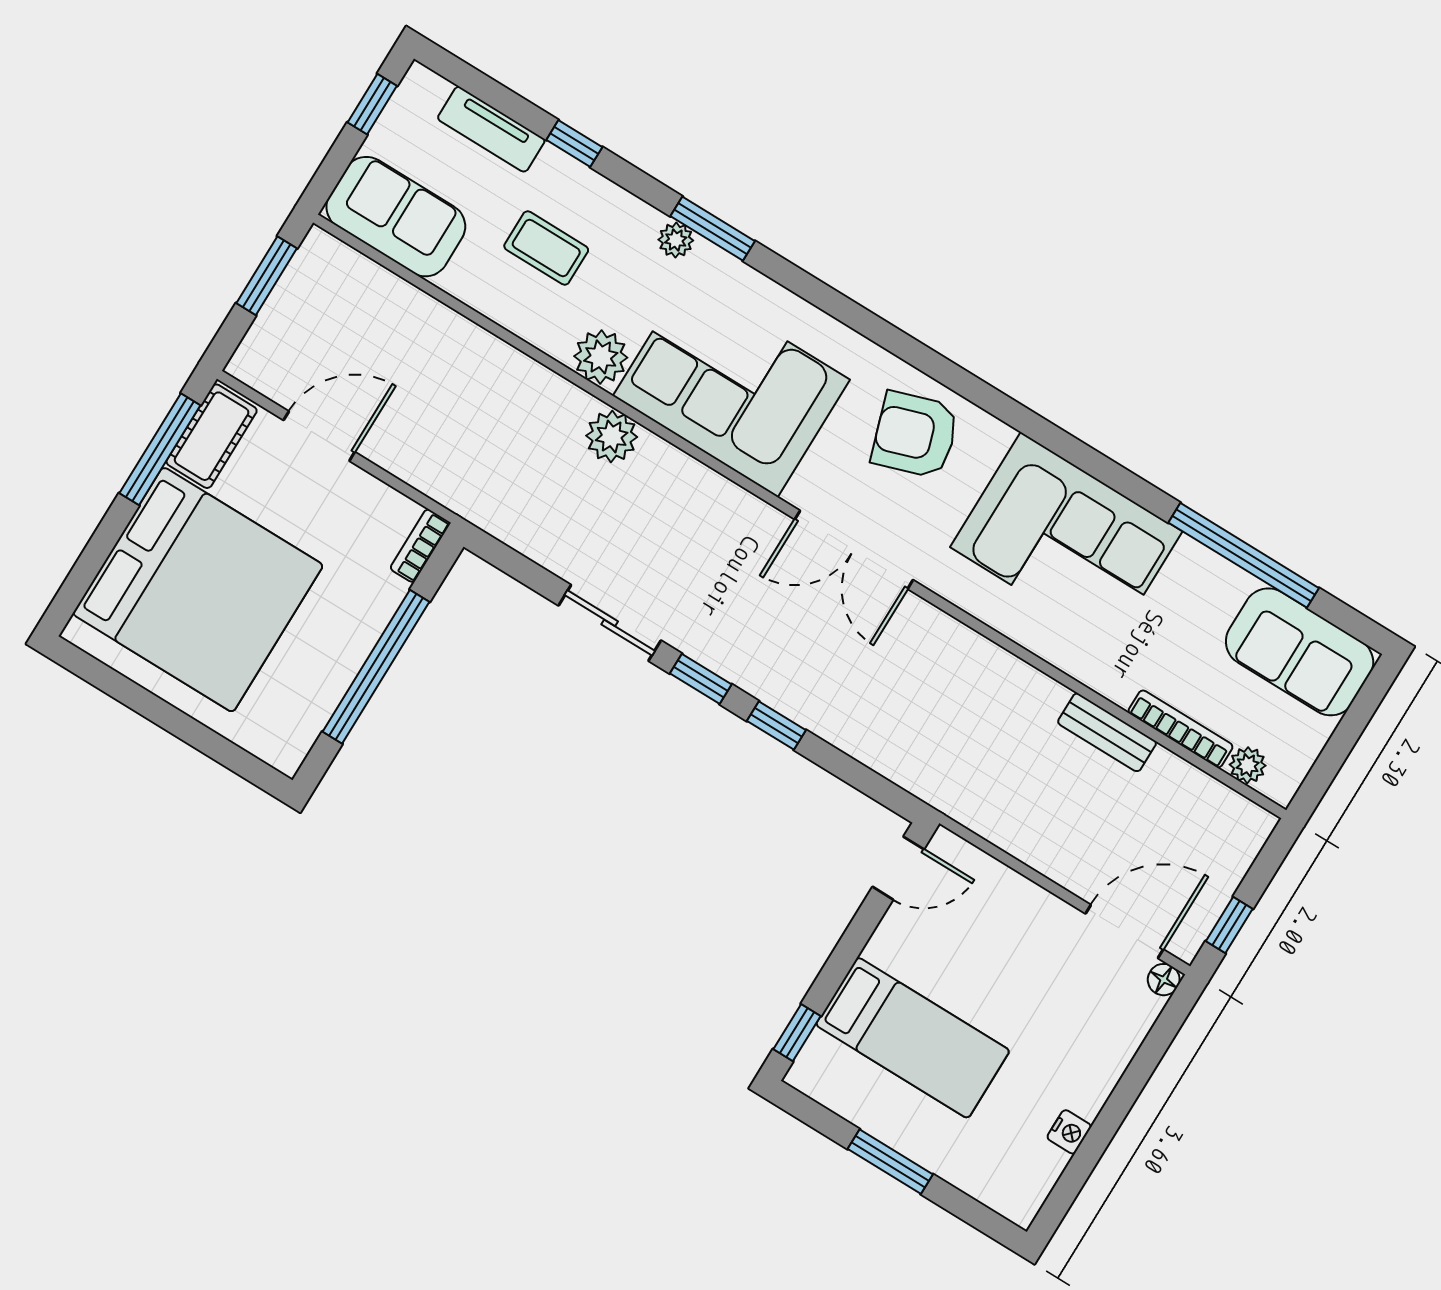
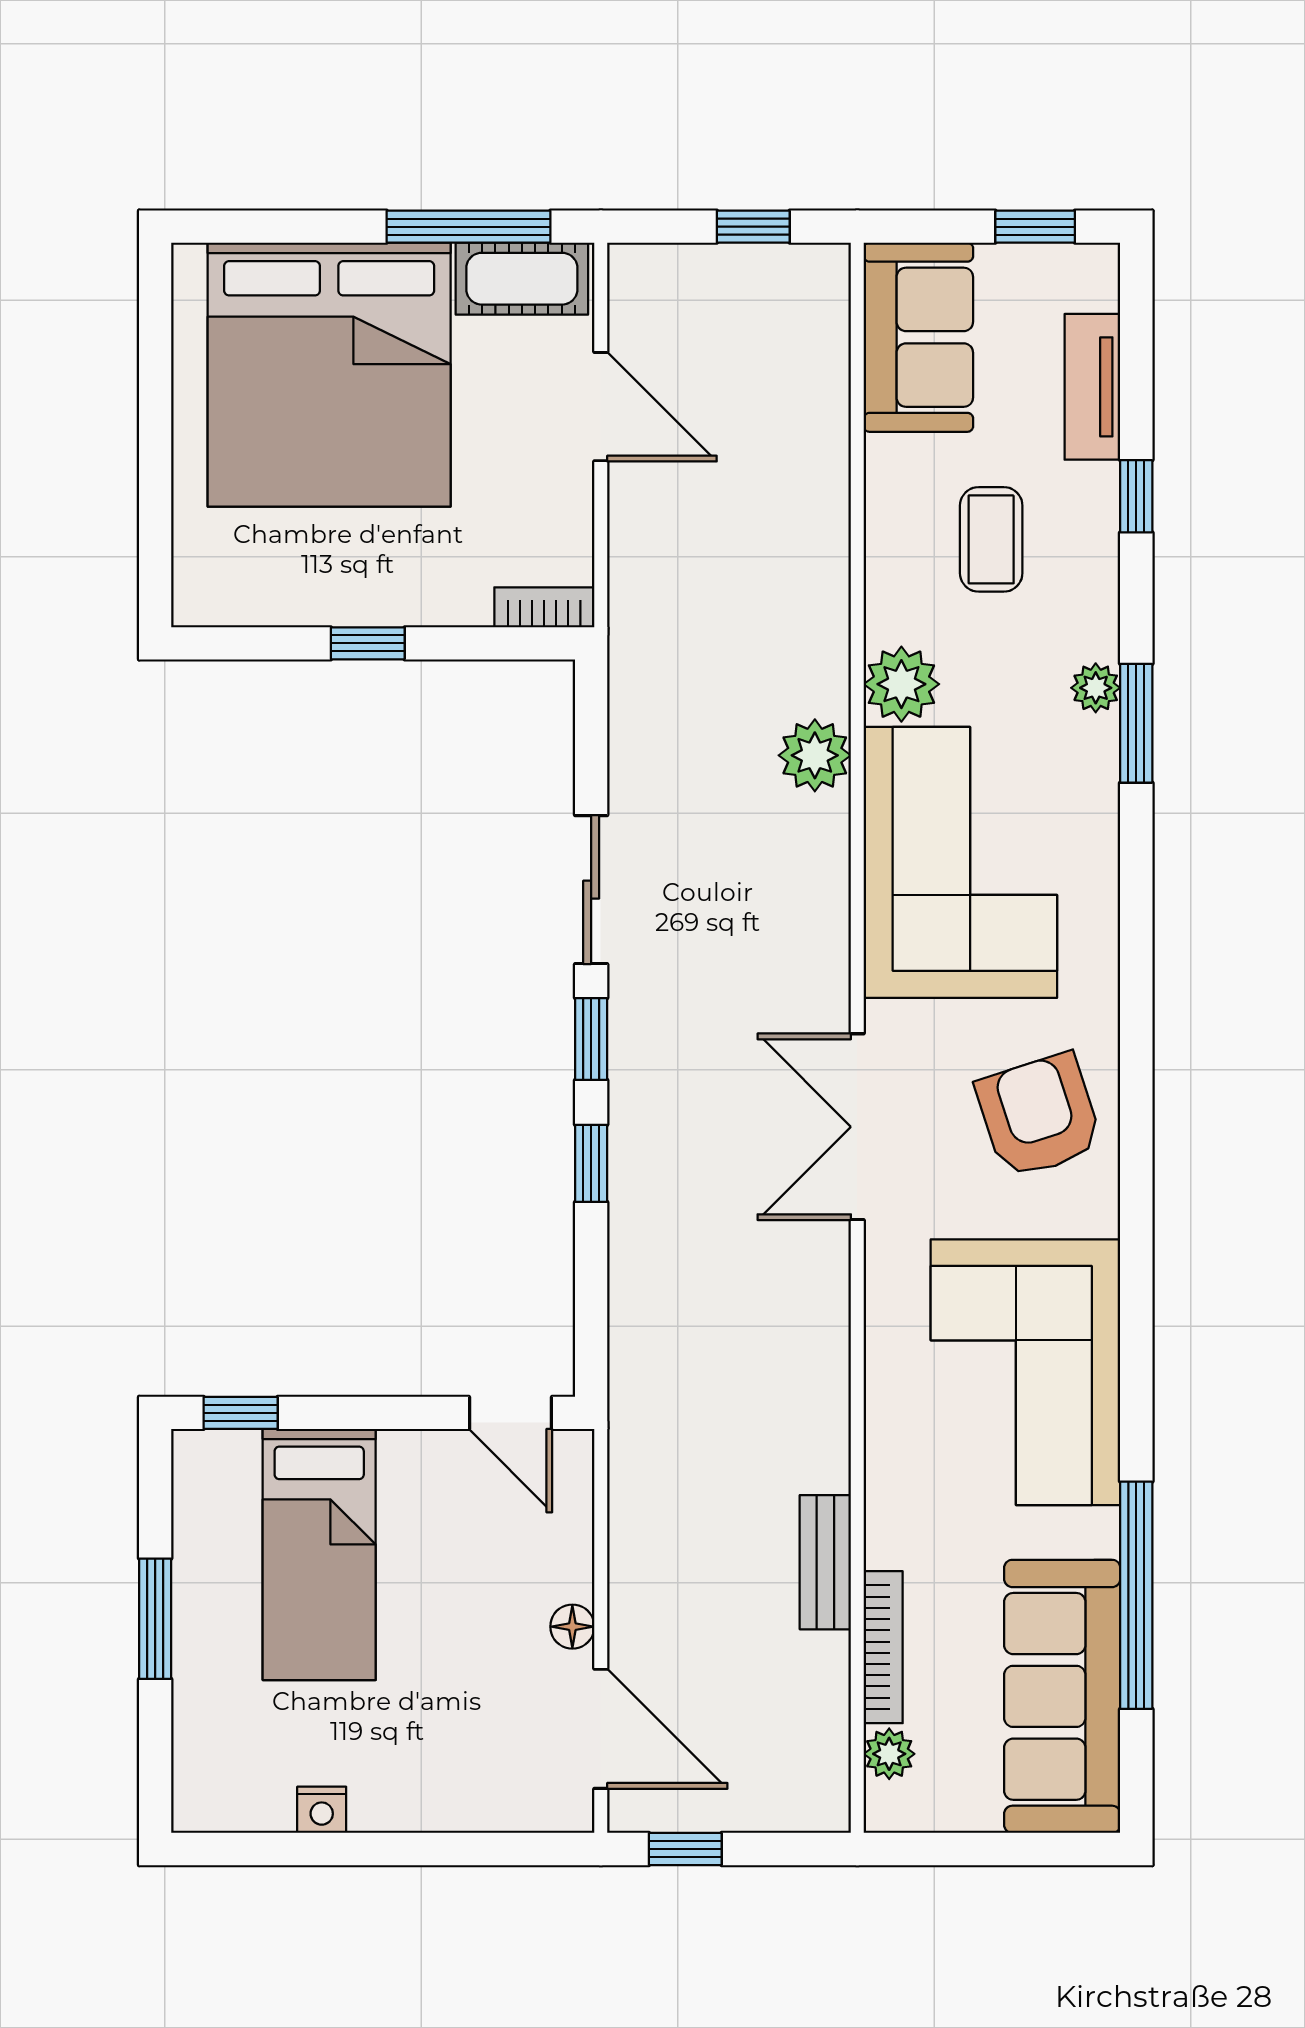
window: (267, 276) -> (753, 227), width x0.67
sofa: (1300, 652) -> (1062, 1696), width x1.36
window: (376, 667) -> (368, 643), width x0.32
floor lamp: (1164, 980) -> (572, 1627), moved

